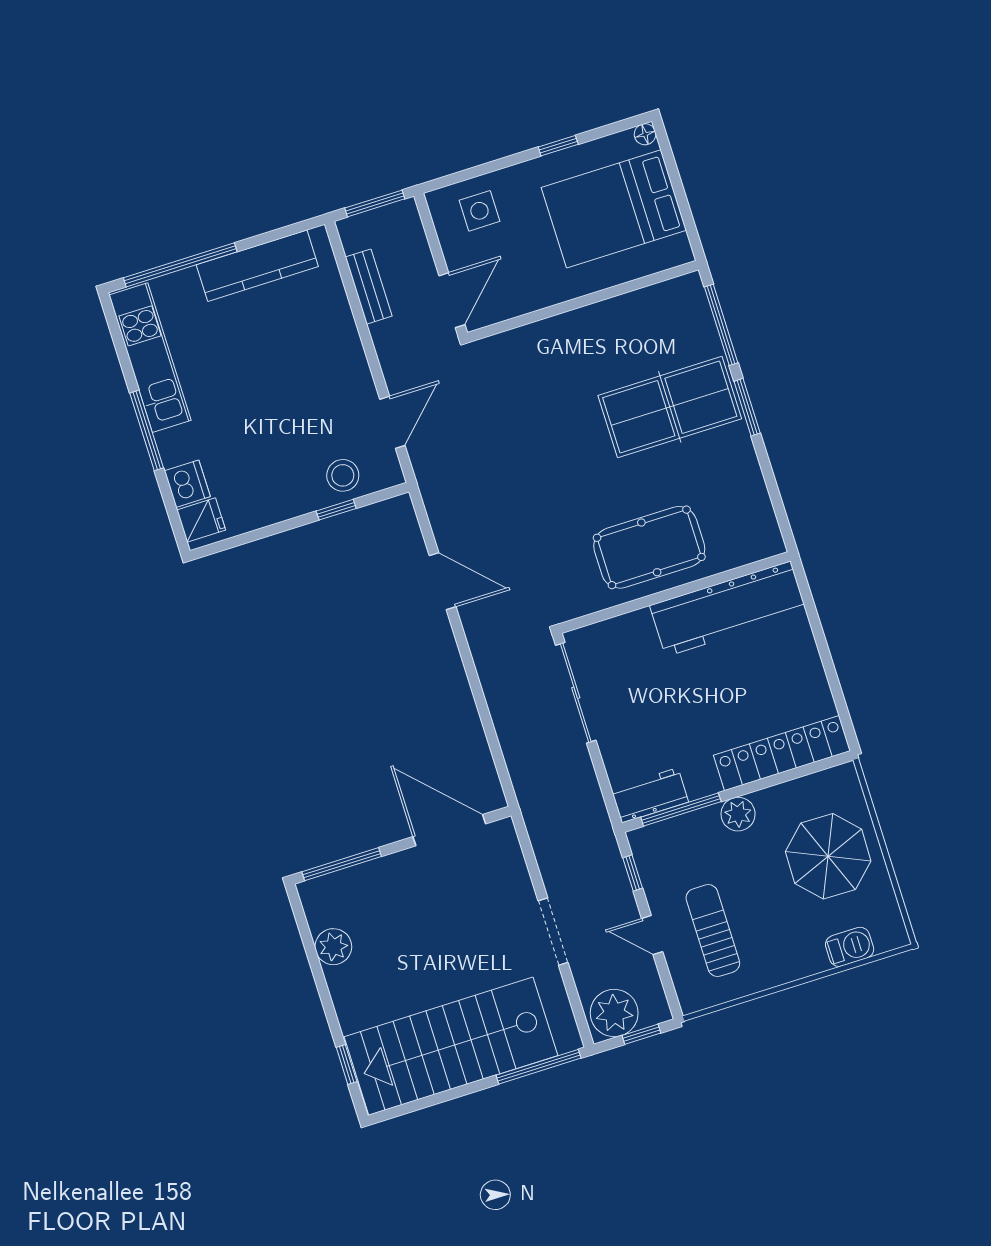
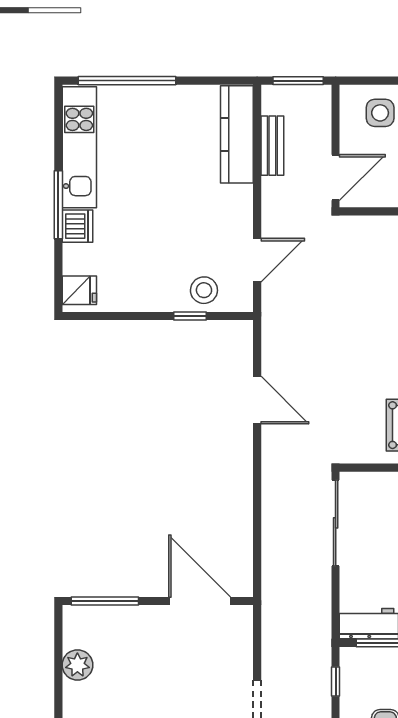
kitchen counter: (257, 266) -> (237, 134), moved, turned 90
dishwasher: (187, 484) -> (77, 226), moved

